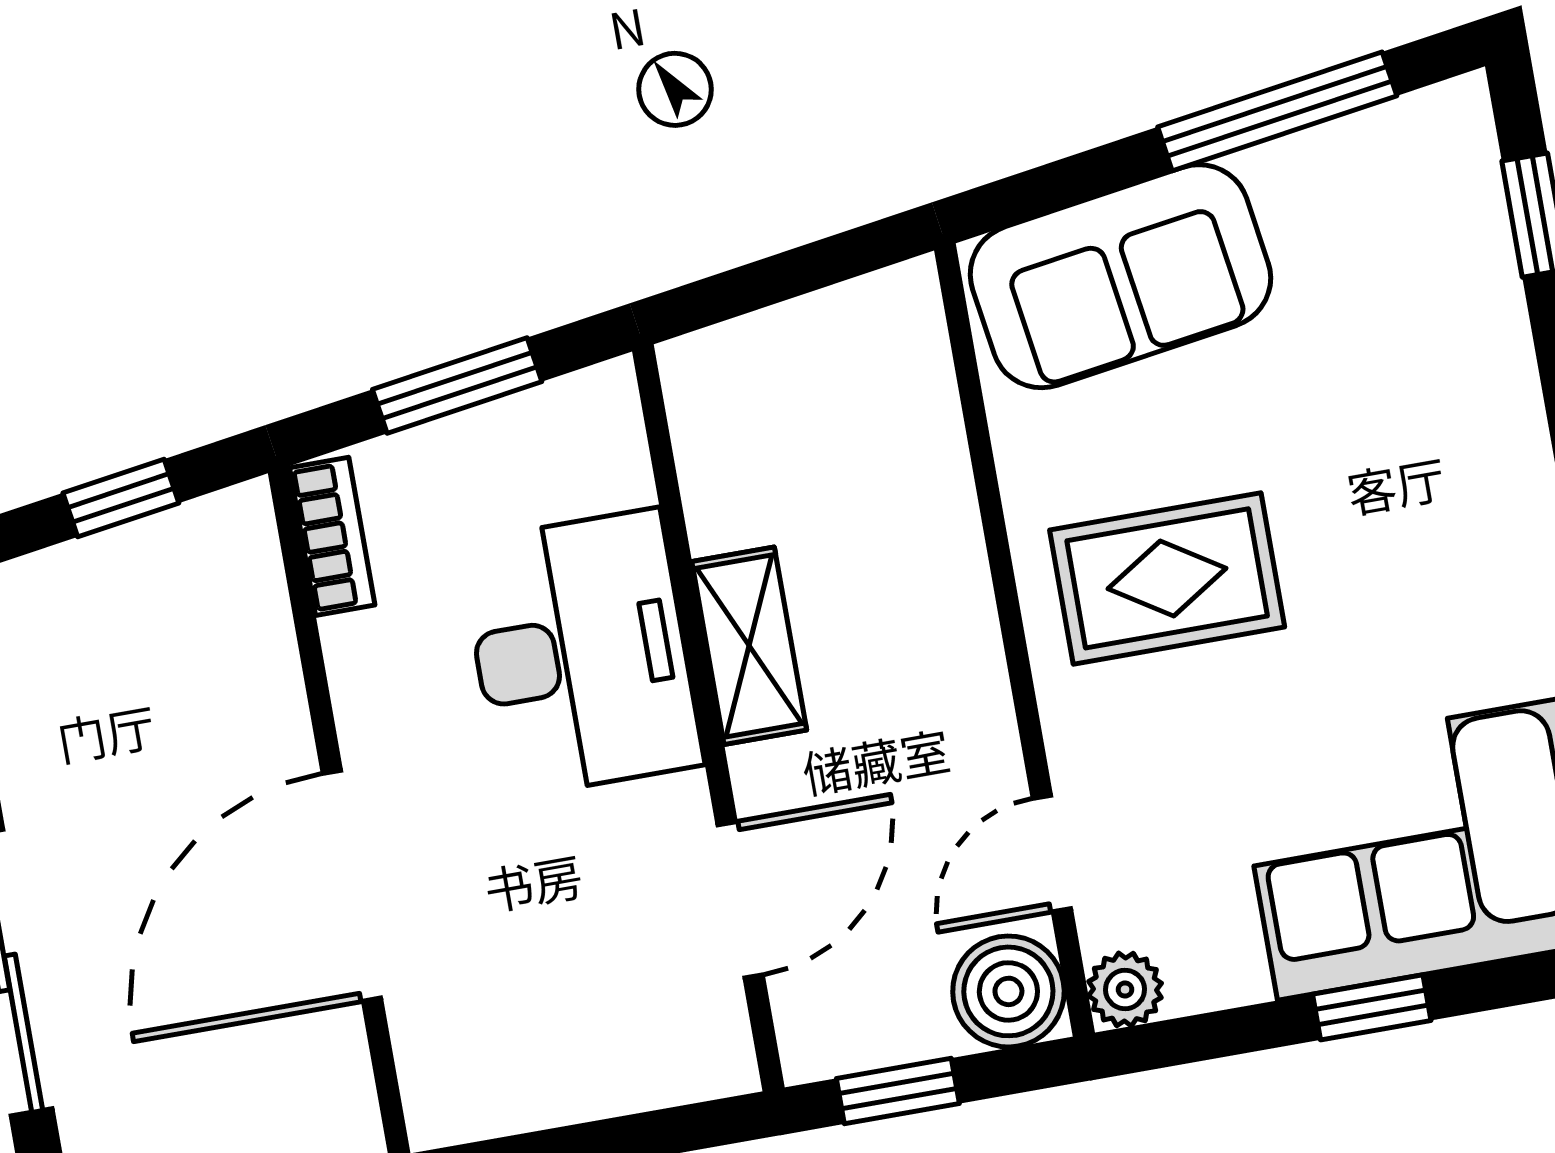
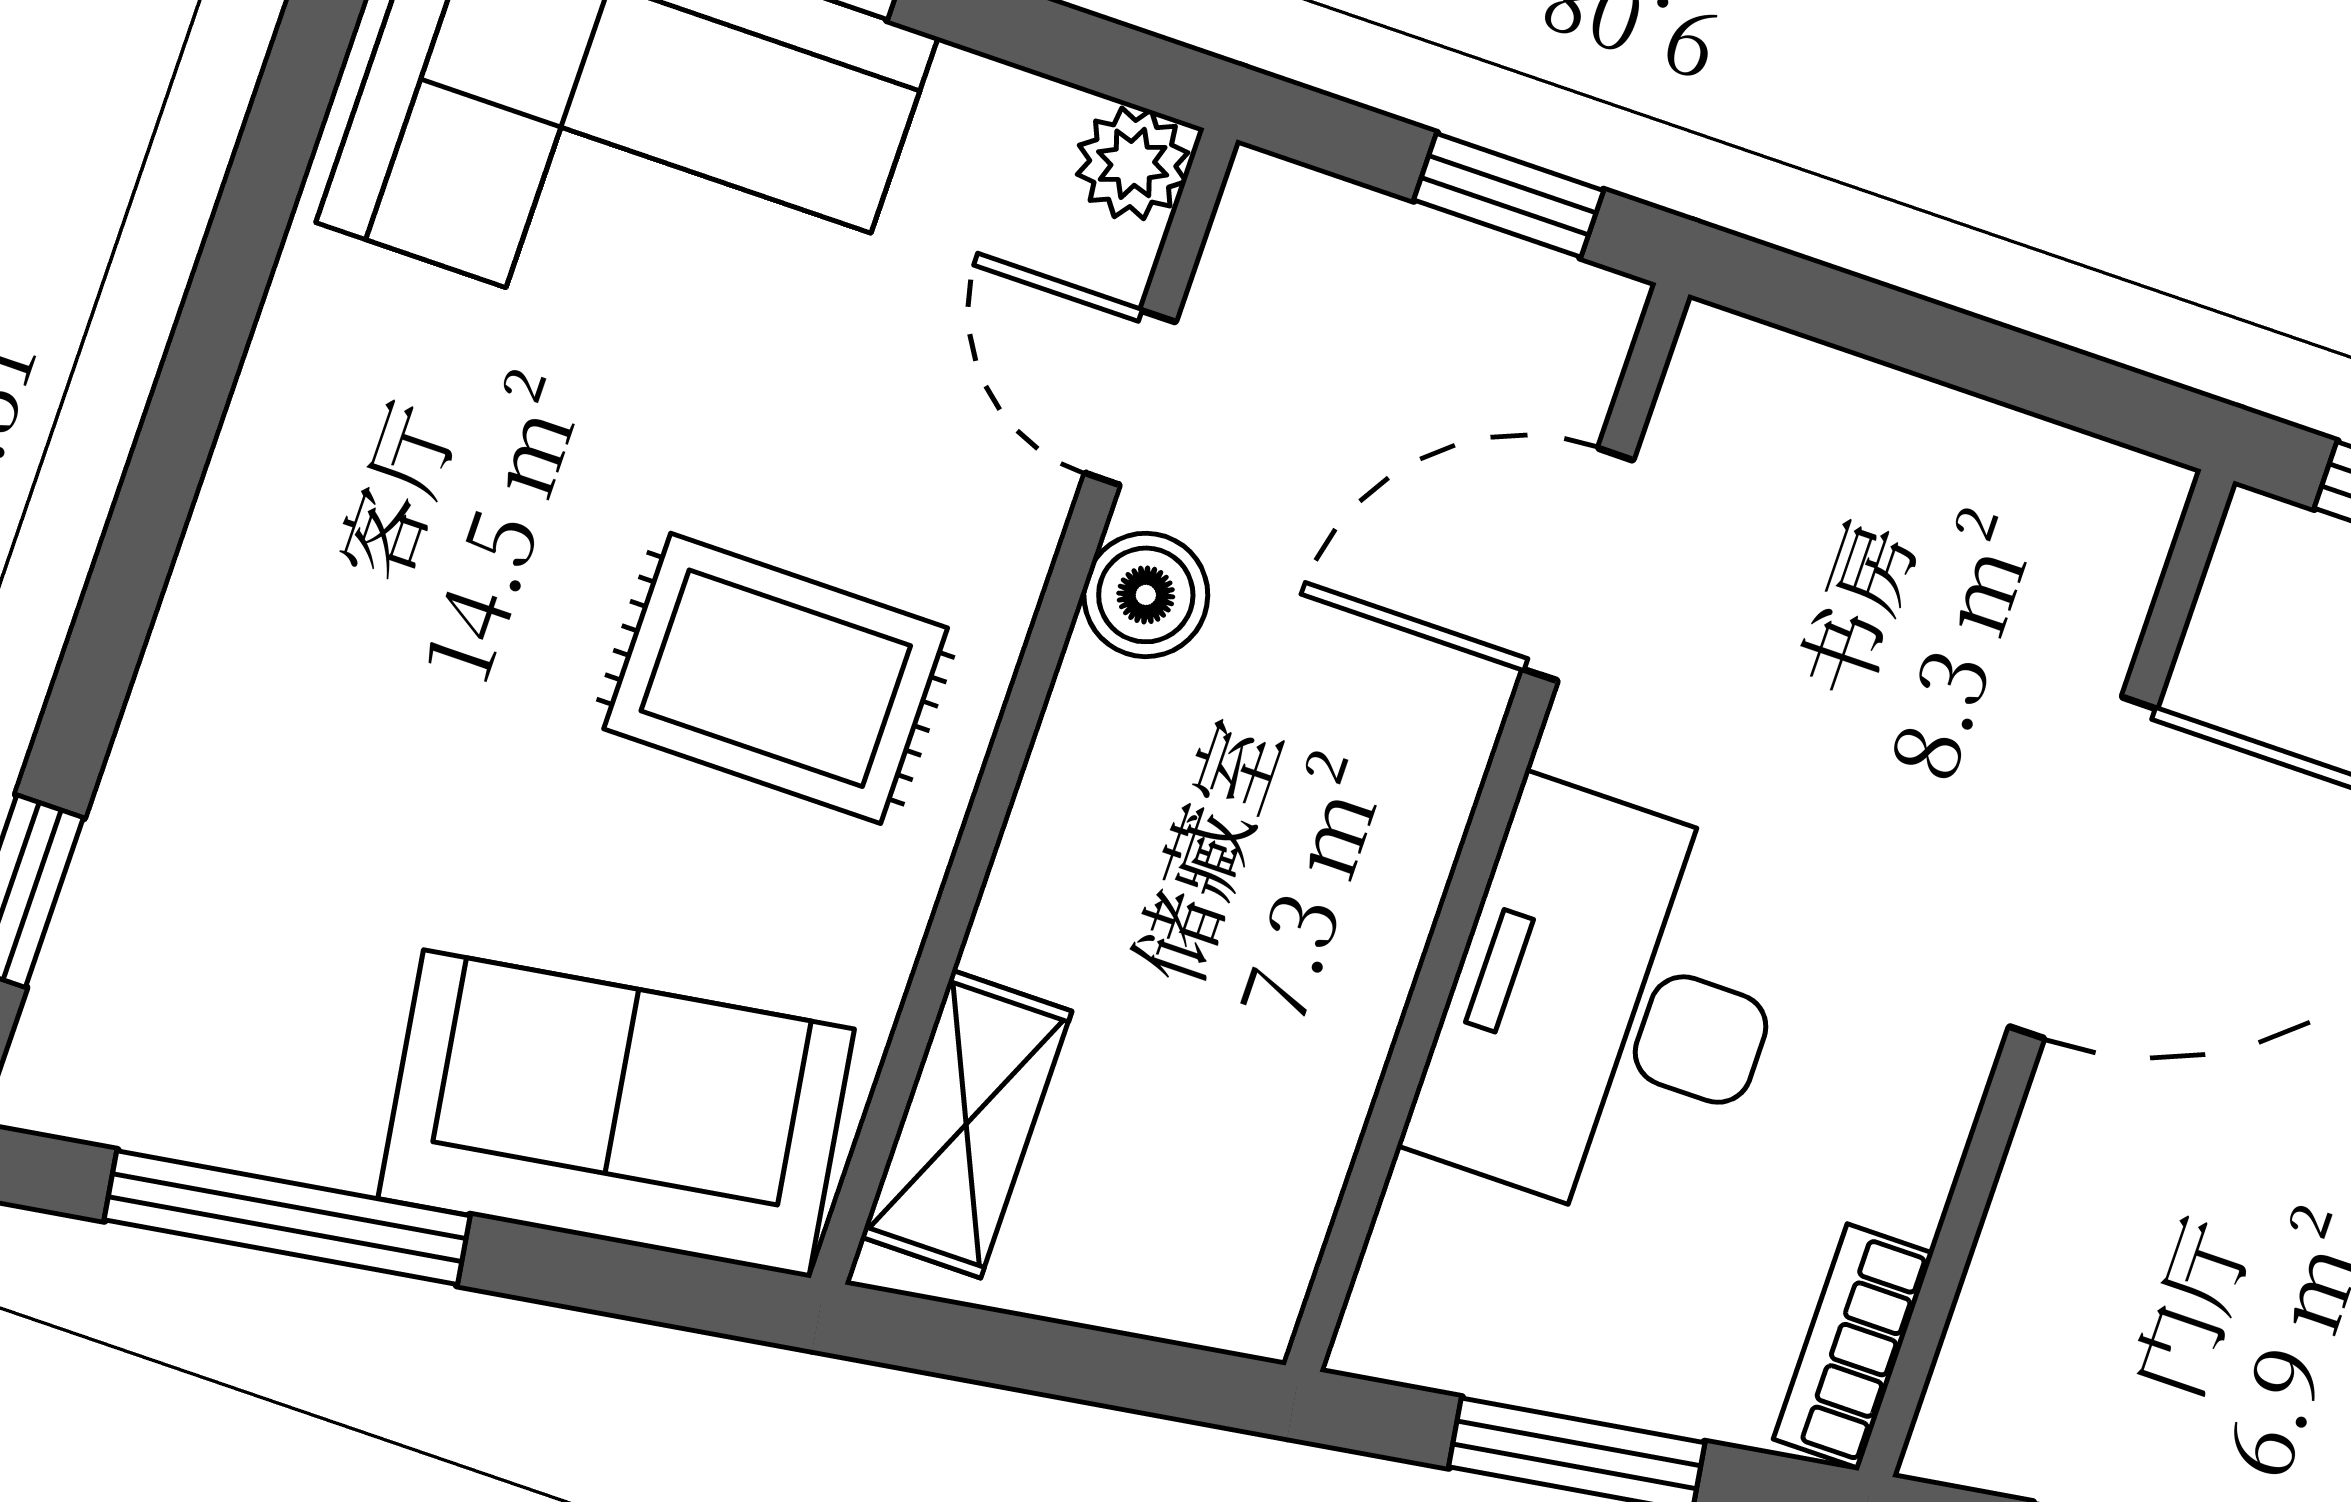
shelving: (749, 646) -> (966, 1124), moved
door: (1052, 854) -> (1130, 397), swing flipped
boiler: (1008, 991) -> (1146, 595), moved, width x0.73, depth x0.73

